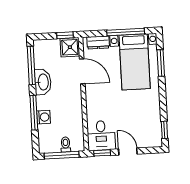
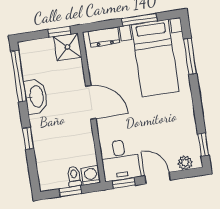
window: (126, 32) -> (139, 20), width x0.69
door: (82, 71) -> (91, 102), moved
window: (34, 113) -> (28, 139), width x0.46
washing machine: (44, 117) -> (91, 175), moved, turned -90
plant: (149, 142) -> (185, 163), added
window: (62, 155) -> (70, 191), width x0.46

